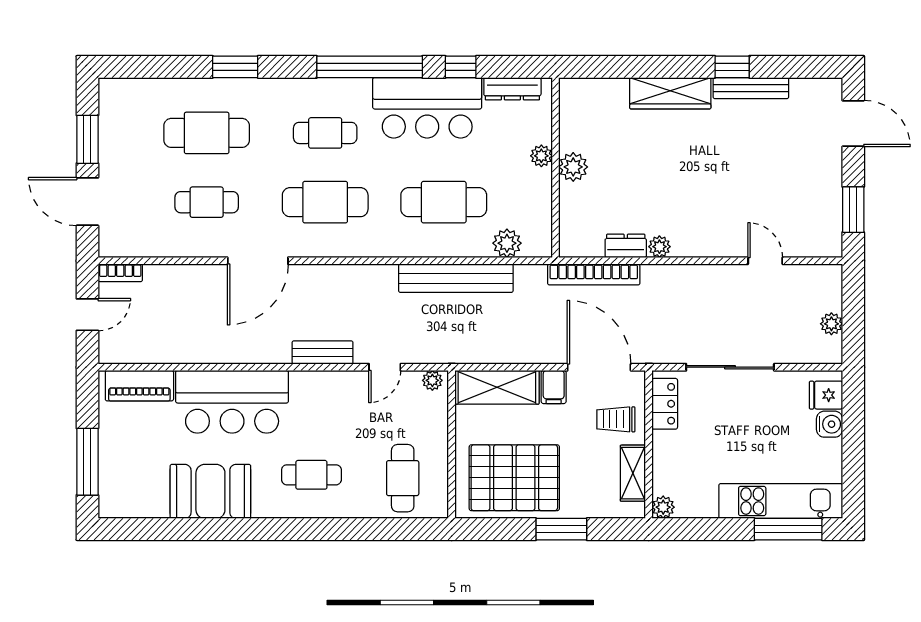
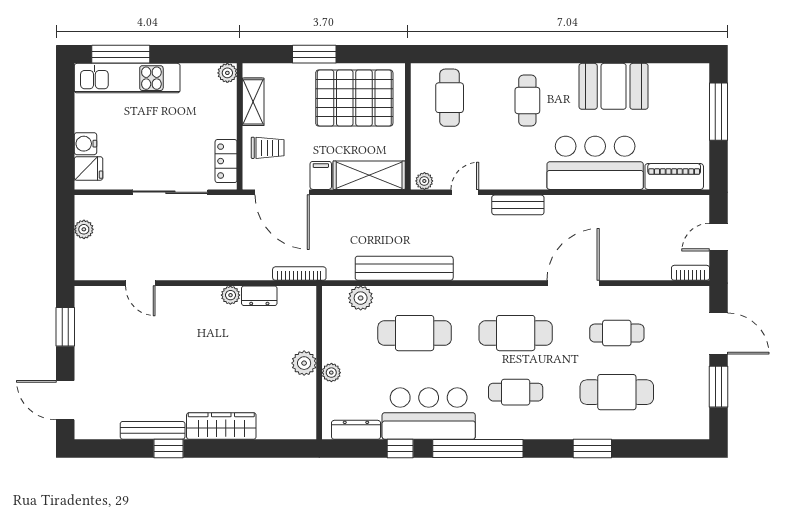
bookcase: (594, 274) -> (299, 274), width x0.68, depth x0.76
cafe table: (311, 475) -> (527, 101), turned 90

